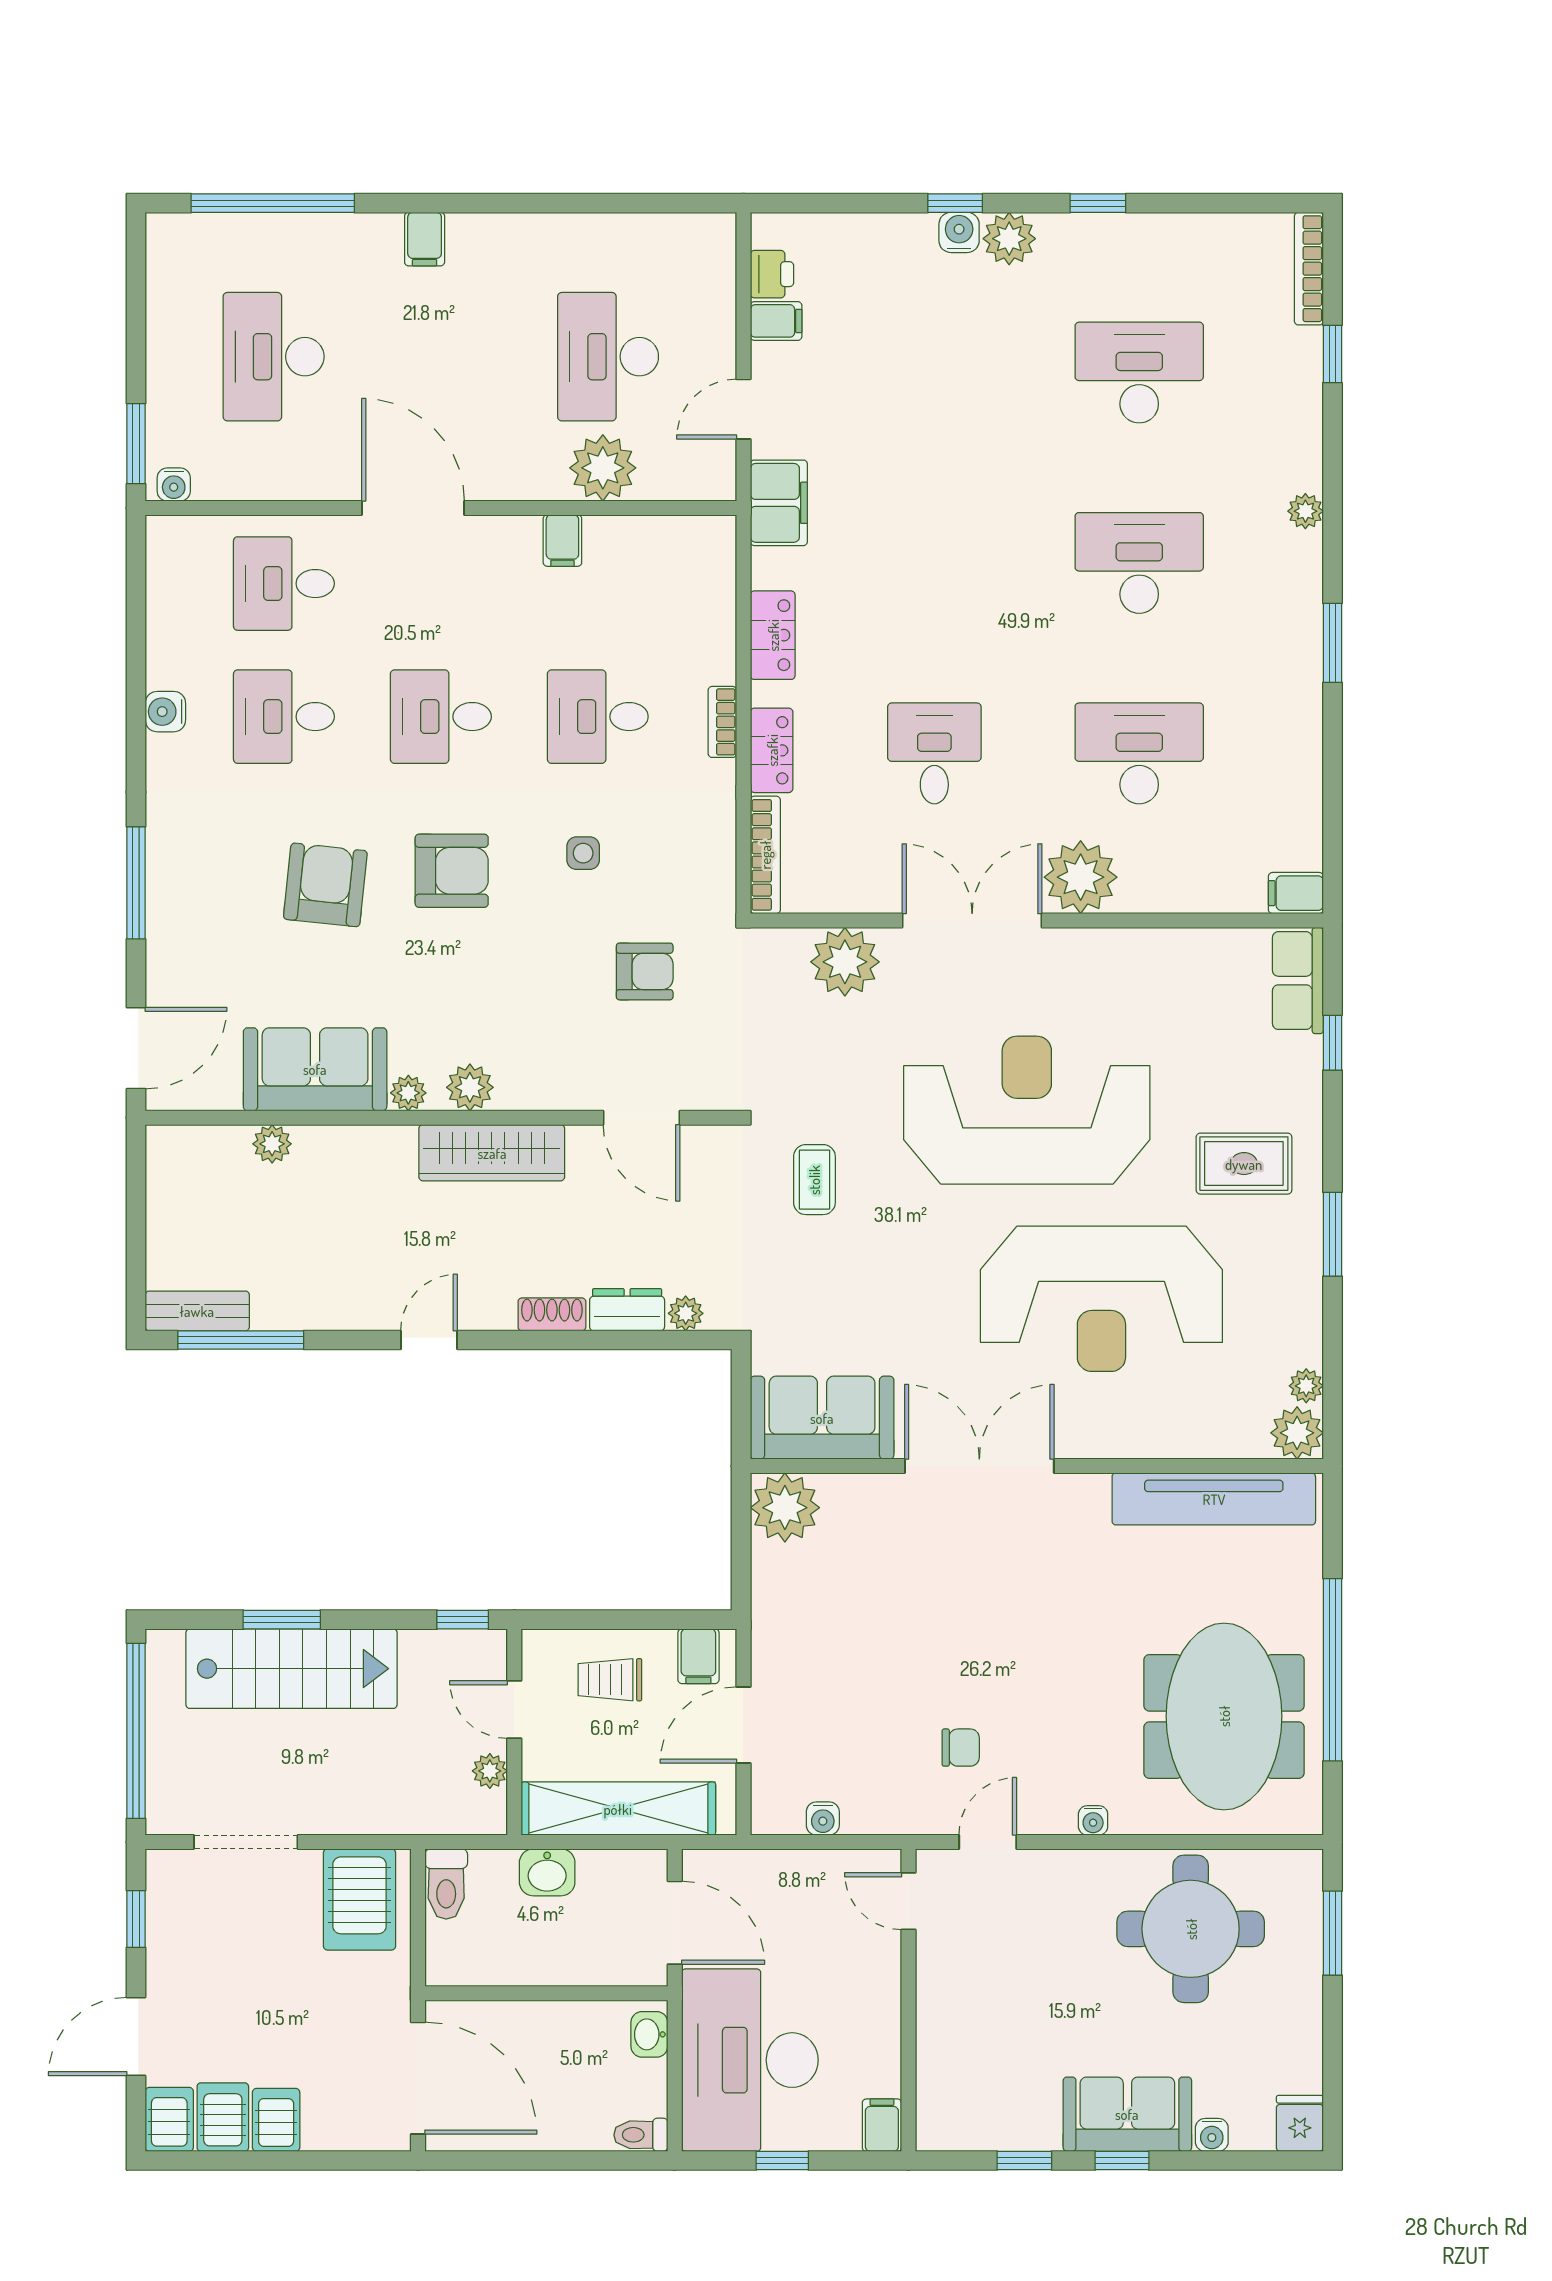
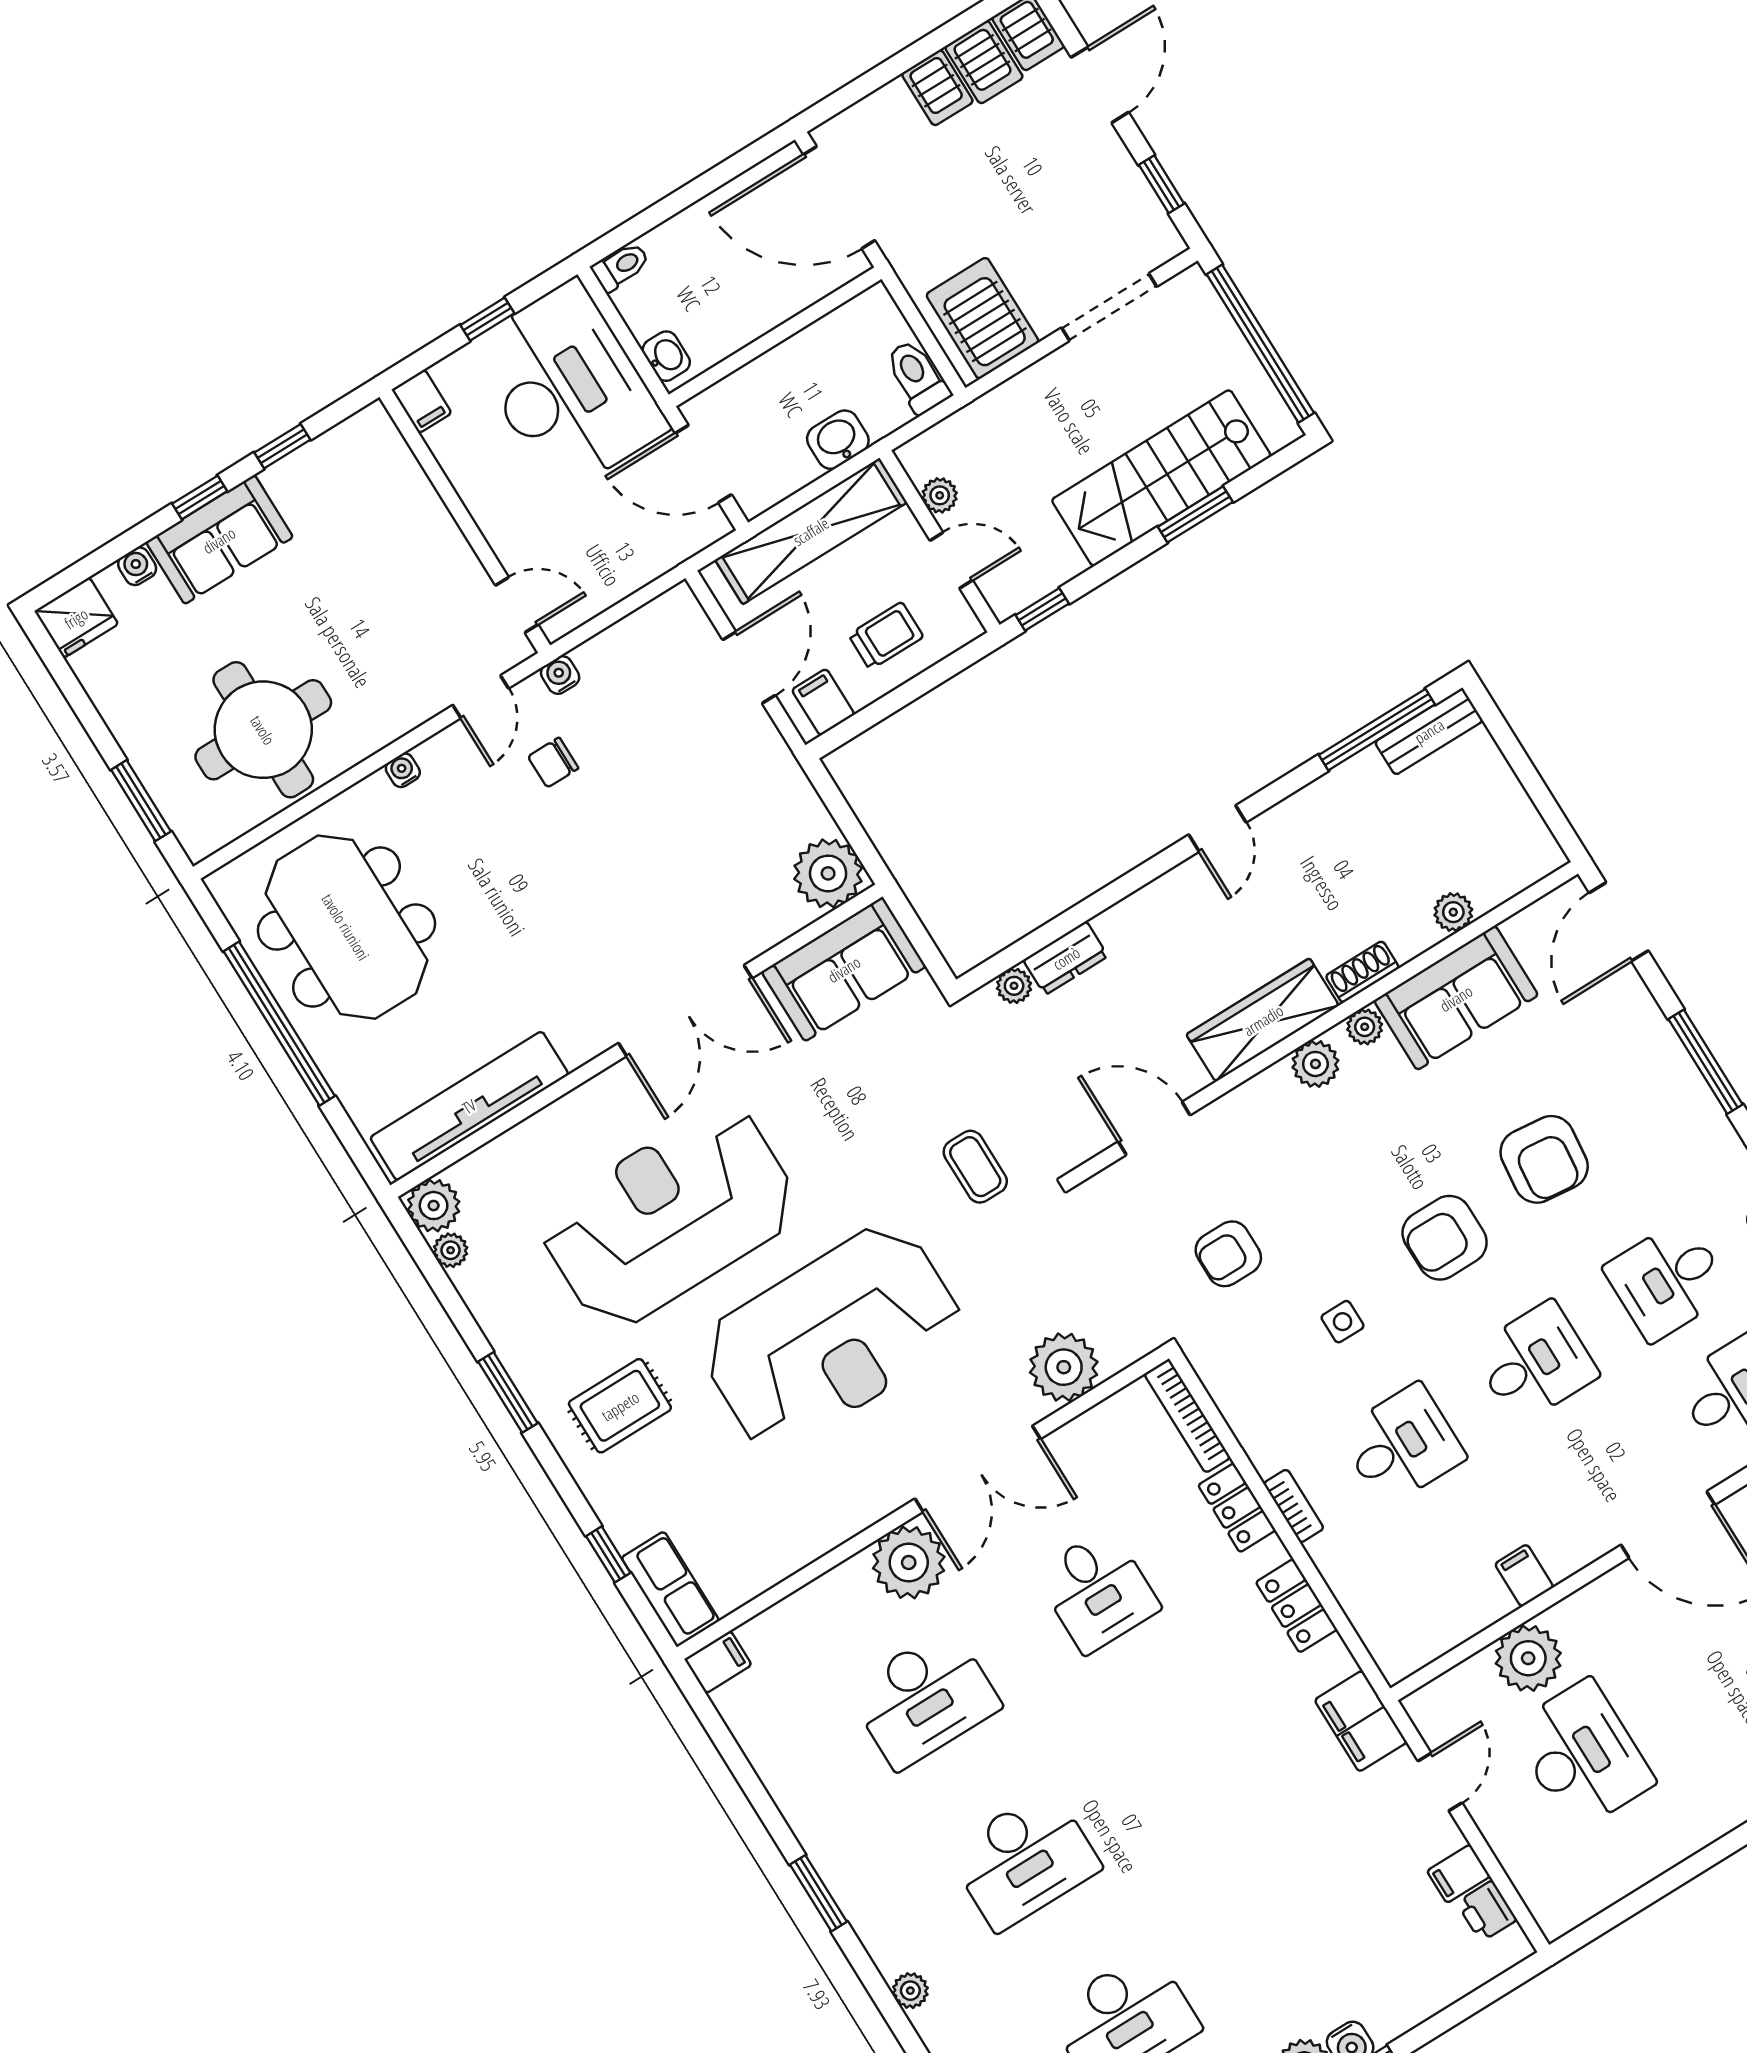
desk: (284, 717) -> (1668, 1280), turned 180
shoe rack: (552, 1314) -> (1362, 972), moved, turned 180
water cooler: (823, 1819) -> (560, 675), moved
fridge: (1300, 2123) -> (76, 618), width x1.38

